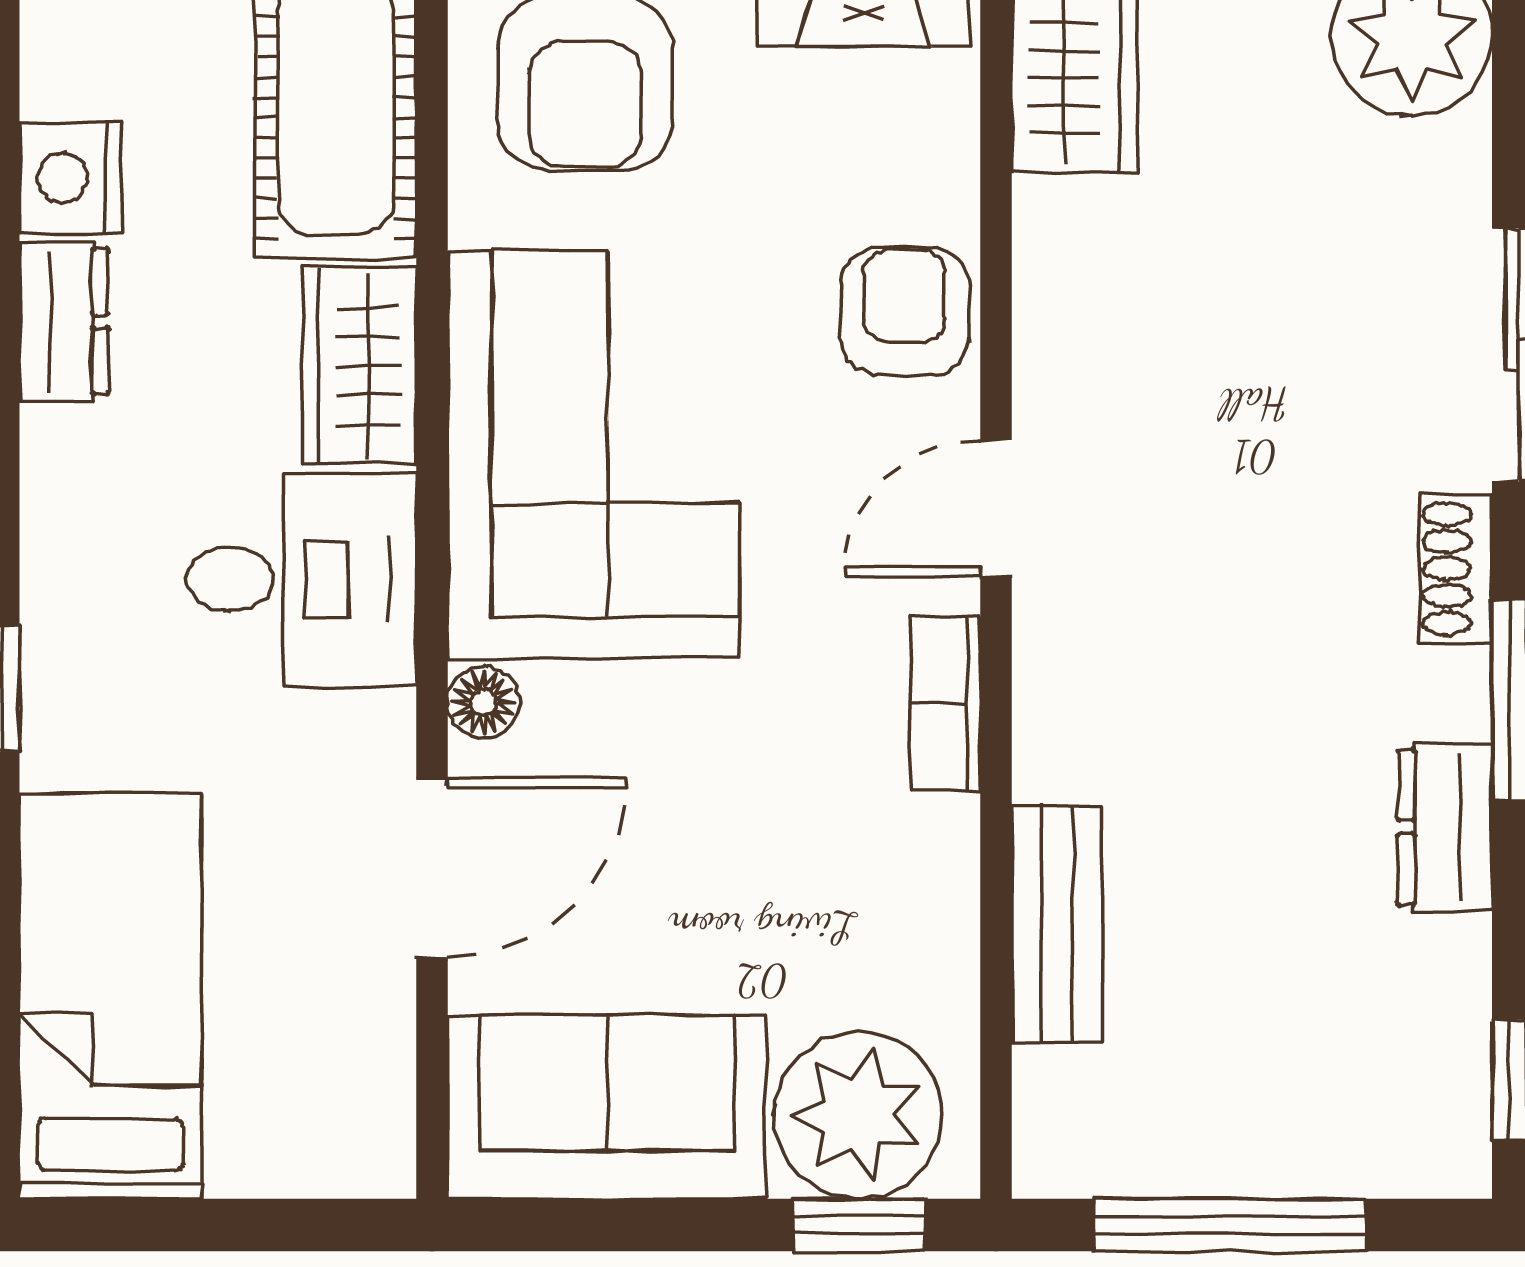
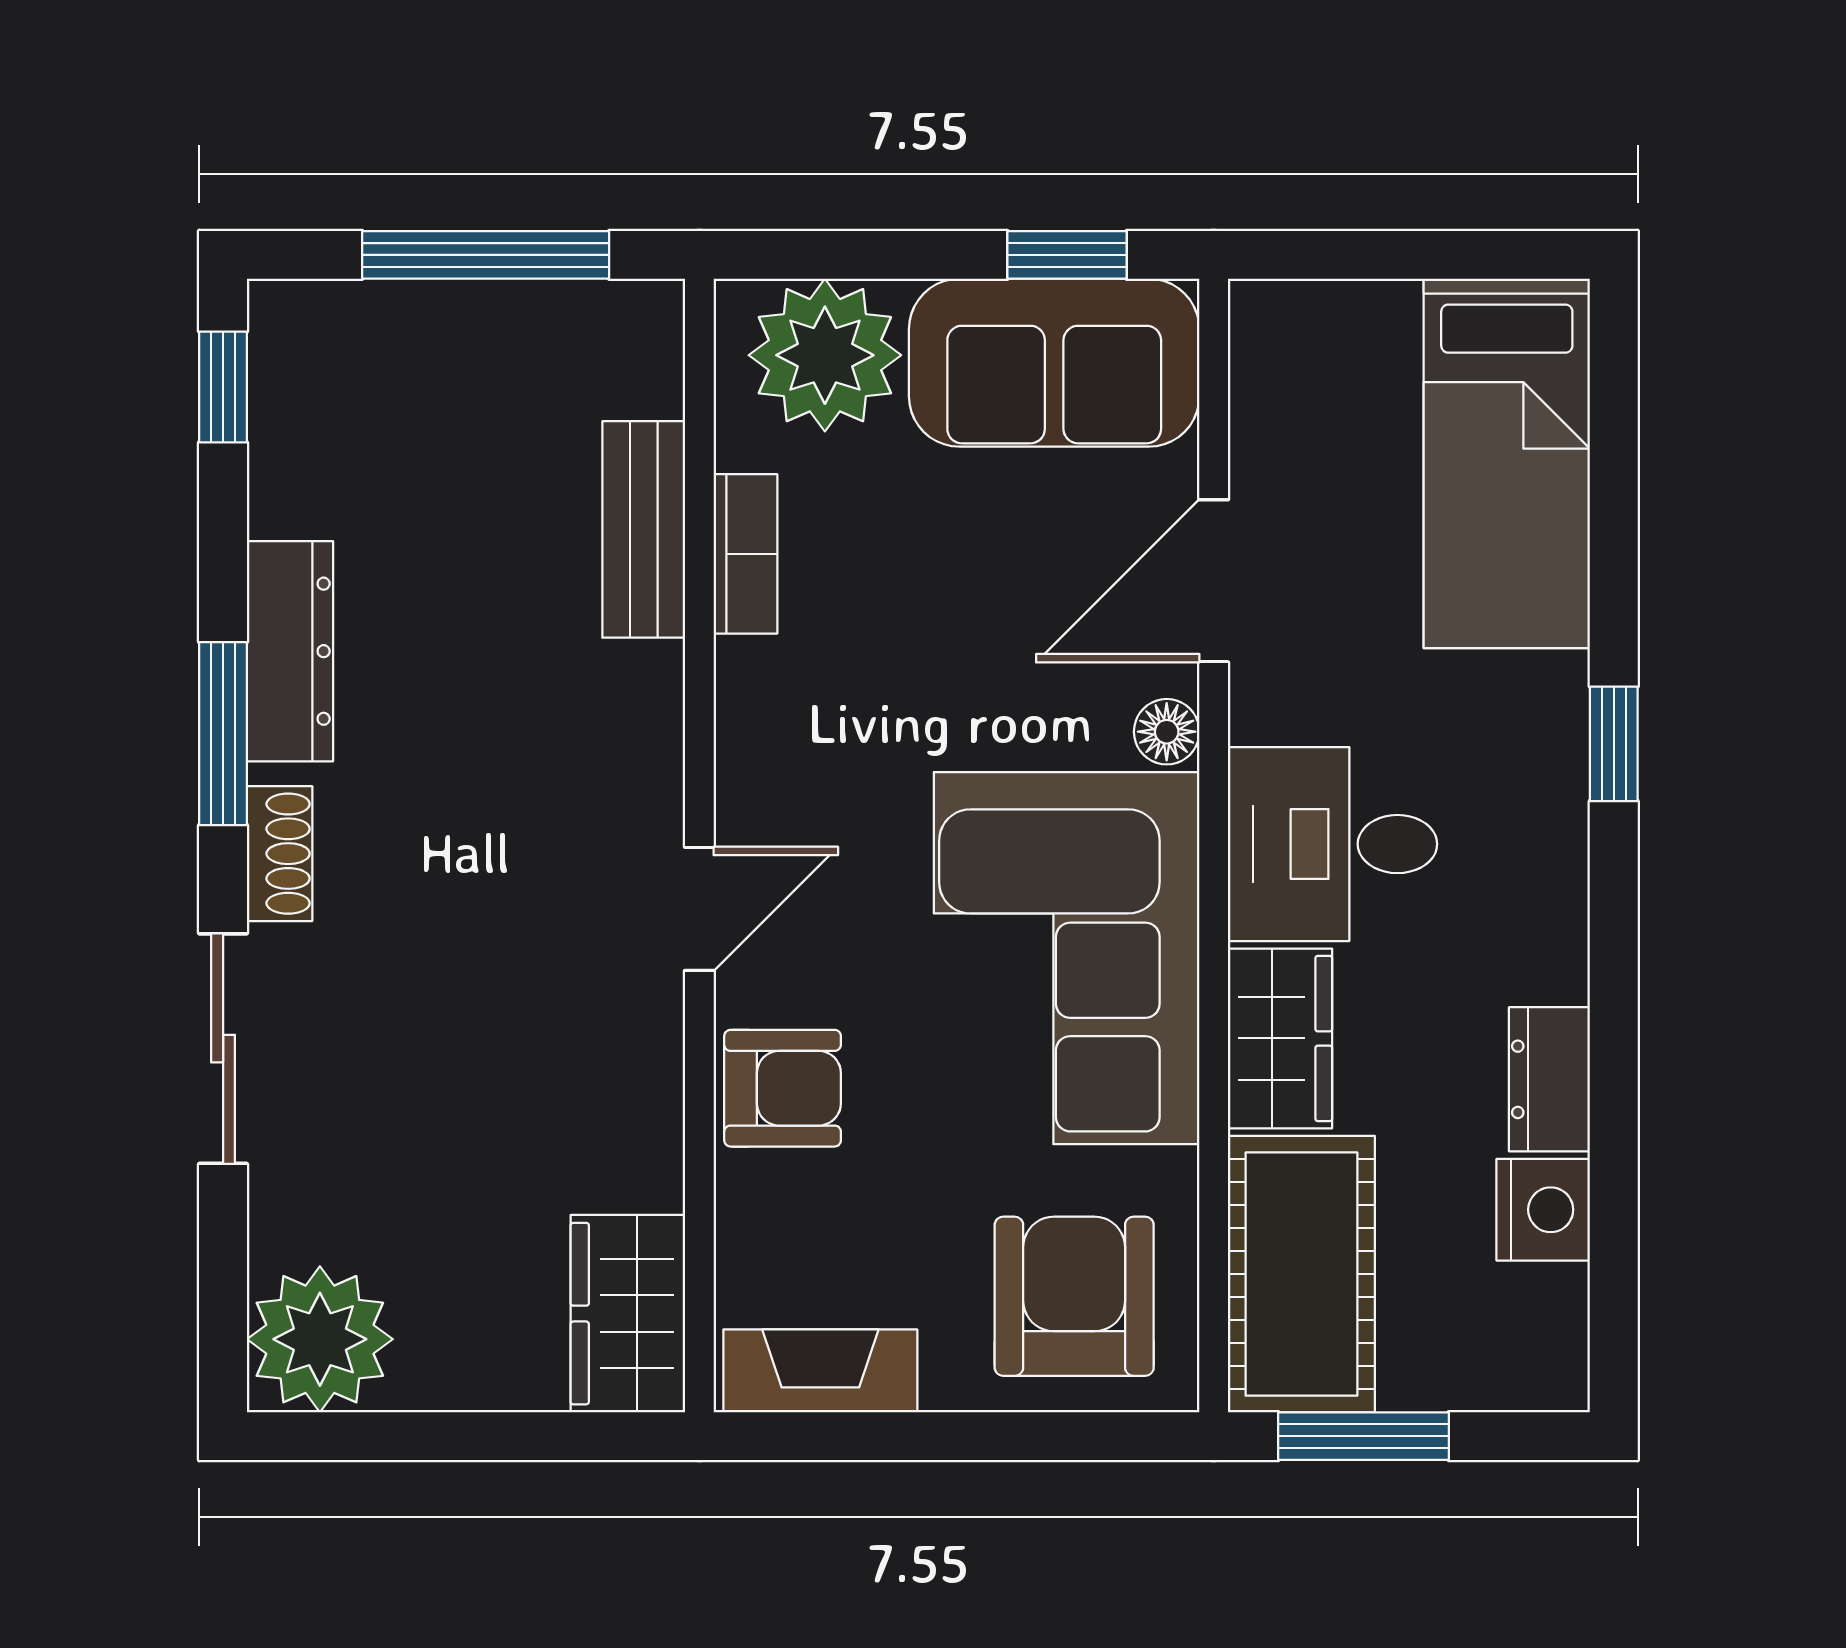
armchair: (905, 311) -> (783, 1088), turned -90
bookcase: (945, 704) -> (745, 554), moved
dresser: (1445, 827) -> (290, 651), width x1.44
window: (859, 1225) -> (1067, 255), moved

